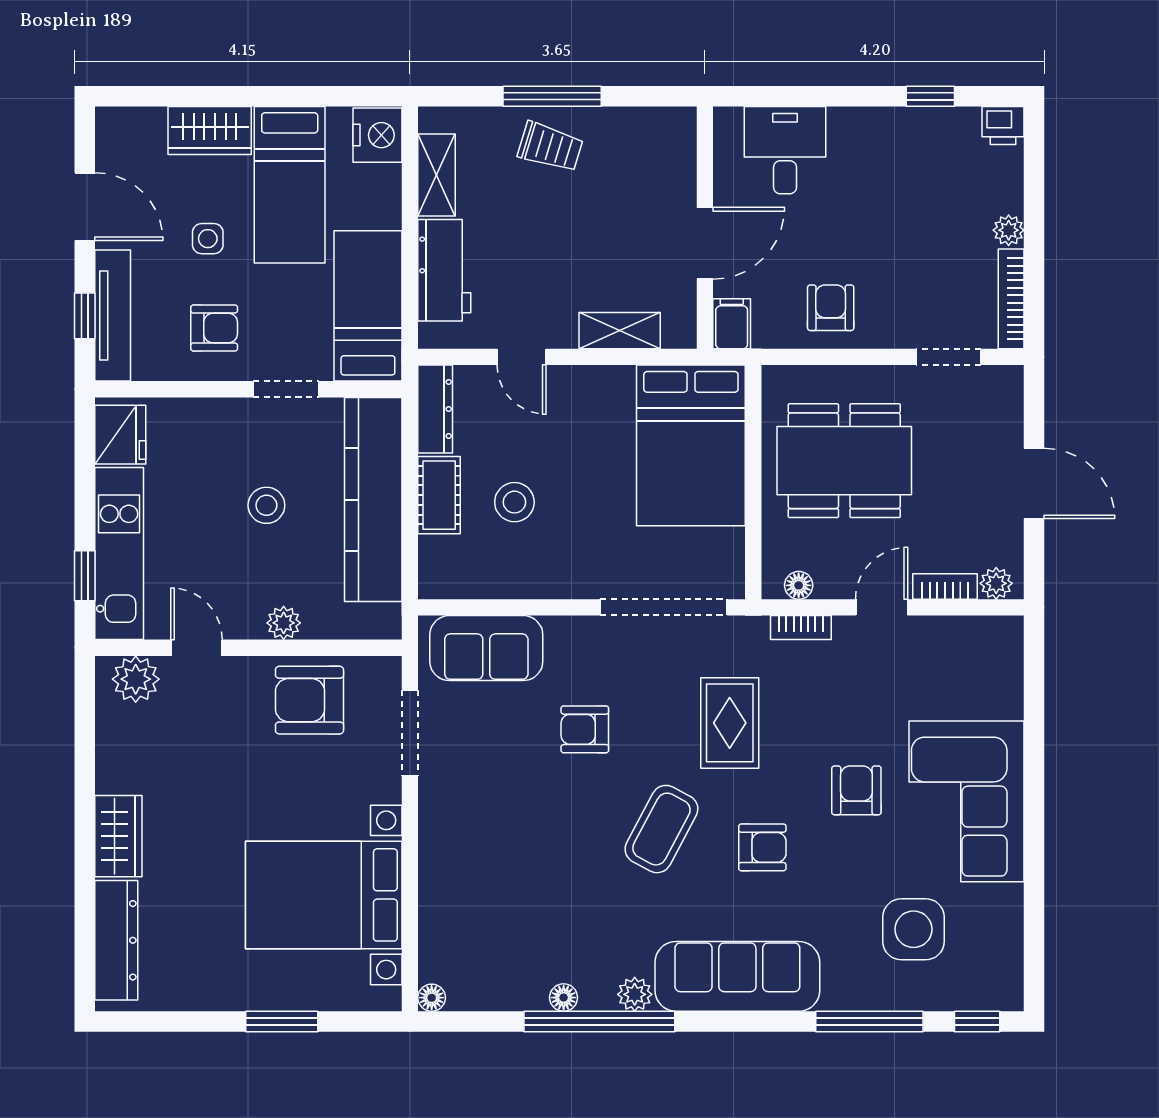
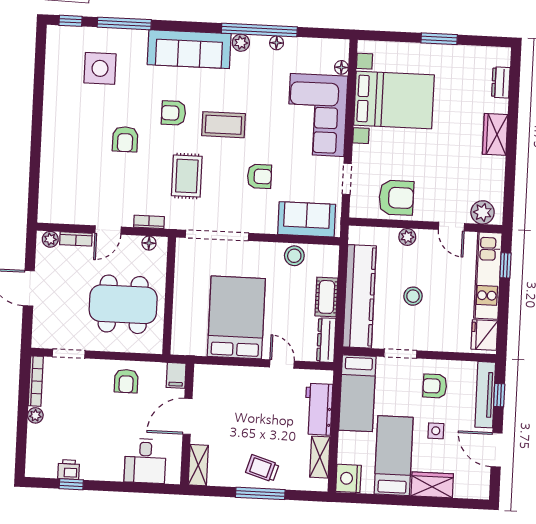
printer: (1003, 126) -> (69, 470), moved
shelving: (620, 331) -> (198, 465), moved, turned 90
bed: (691, 445) -> (236, 317), moved
stool: (514, 502) -> (294, 256), moved
doorway: (410, 733) -> (347, 179), width x0.73
corner sofa: (967, 801) -> (317, 115), moved, turned 180
coffee table: (661, 829) -> (223, 125), turned 62
dresser: (116, 940) -> (501, 82), width x0.51, depth x0.80
floor lamp: (432, 998) -> (341, 67), moved
window: (282, 1021) -> (439, 39), moved

